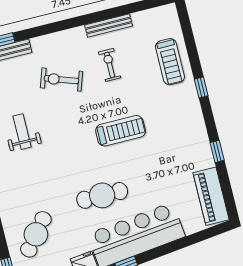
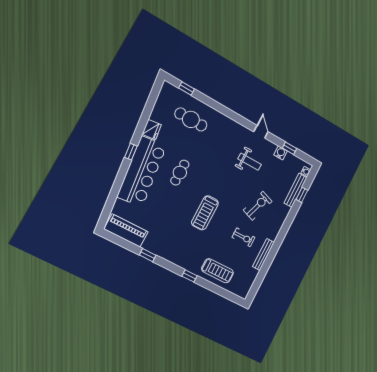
treadmill: (170, 62) -> (218, 271), turned 180
cafe table: (102, 195) -> (180, 173), width x0.73, depth x0.74
cafe table: (36, 234) -> (191, 119), turned -39

